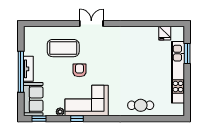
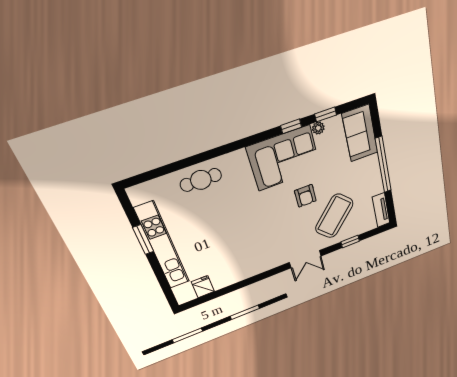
window: (56, 24) -> (350, 242), added
coffee table: (63, 48) -> (334, 216), turned -46
window: (187, 53) -> (143, 240), moved
tv unit: (28, 69) -> (381, 210), moved
window: (39, 119) -> (326, 114), moved

